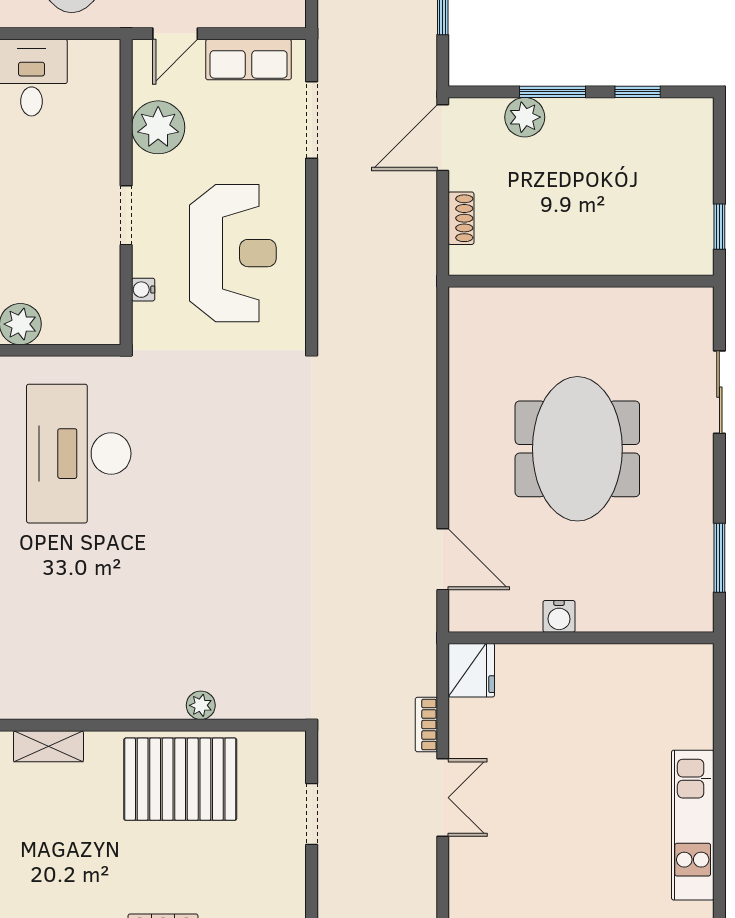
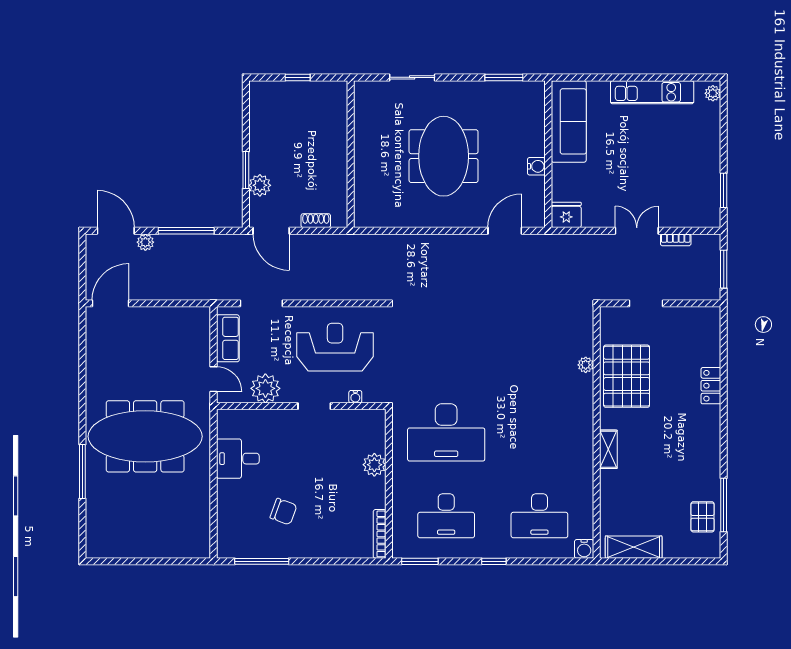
window: (638, 92) -> (246, 123), removed
window: (719, 227) -> (298, 77), moved
meeting table: (577, 449) -> (444, 156), turned 90
sofa: (640, 675) -> (569, 121), added
bookcase: (426, 725) -> (676, 240), moved

